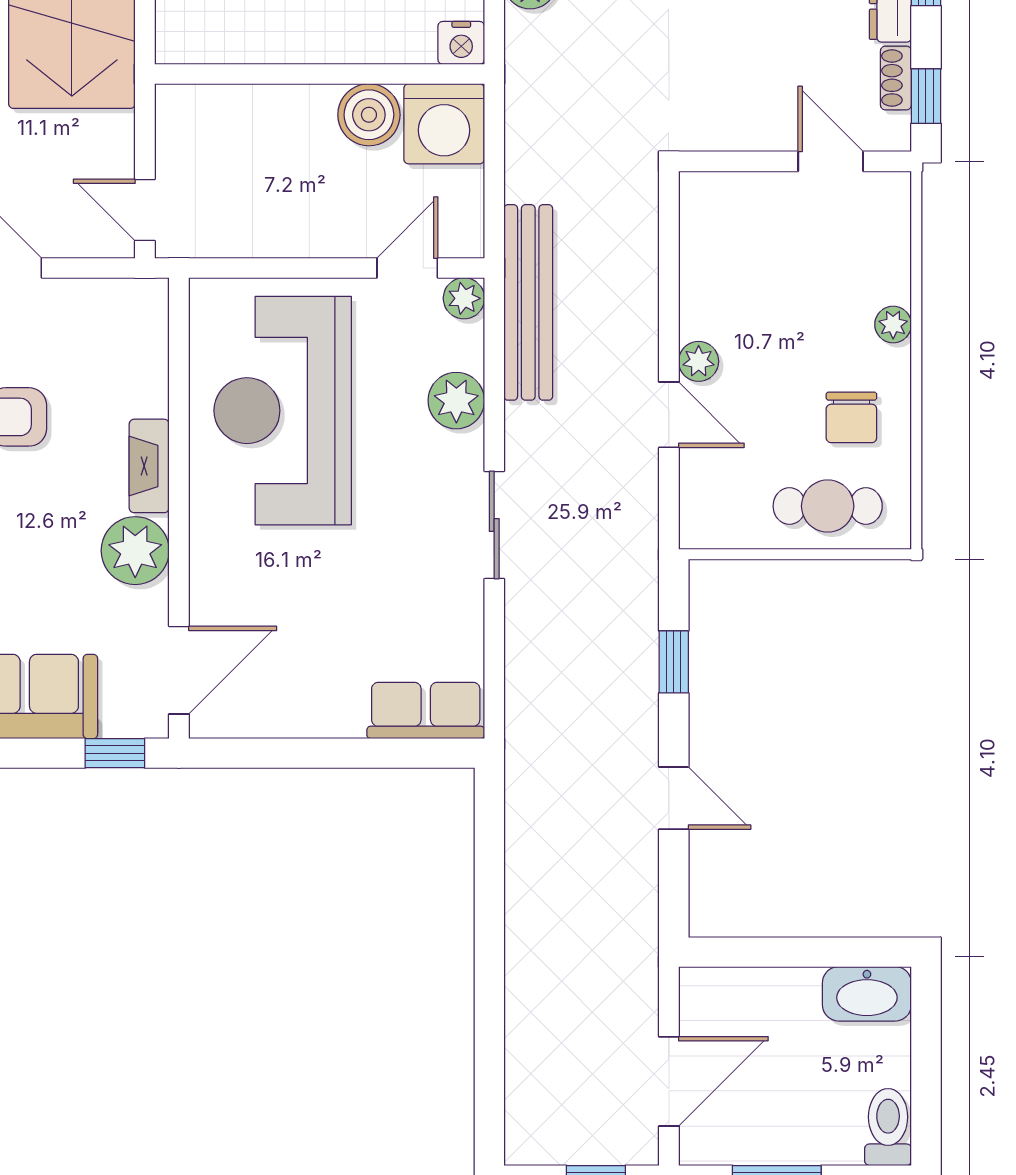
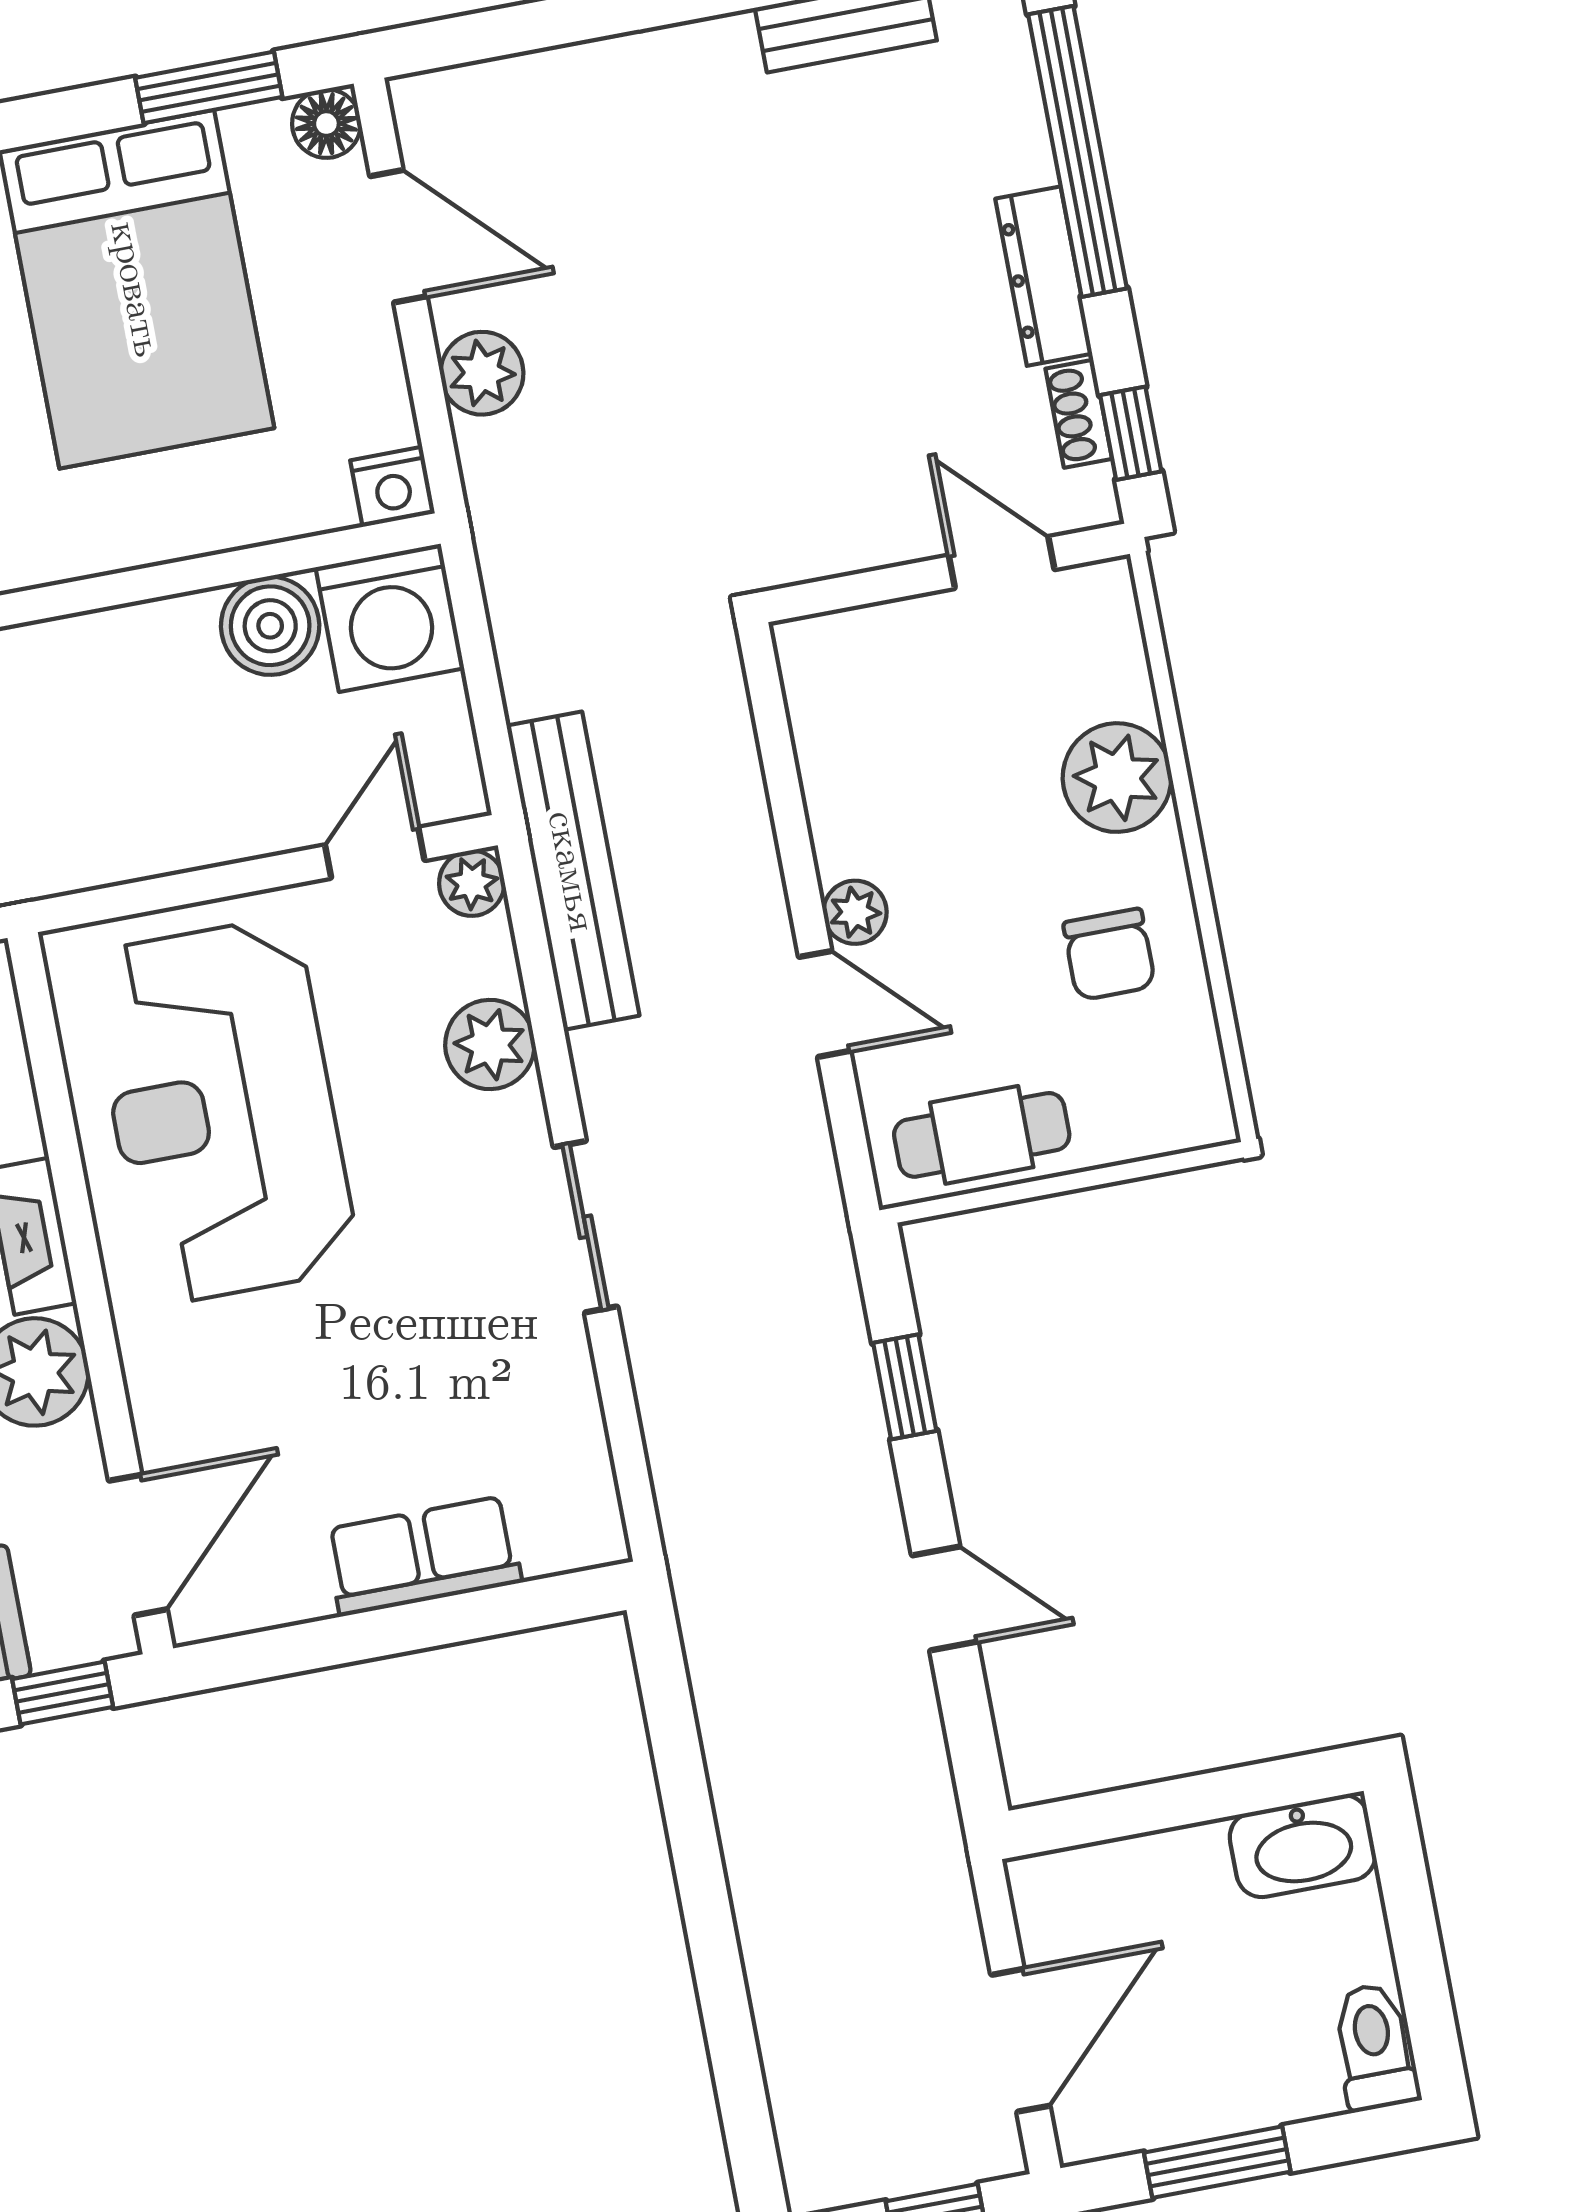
plant: (893, 324) -> (1117, 778), width x1.88, depth x1.88
cafe table: (828, 506) -> (982, 1135), moved
row of seats: (426, 710) -> (423, 1556), moved

